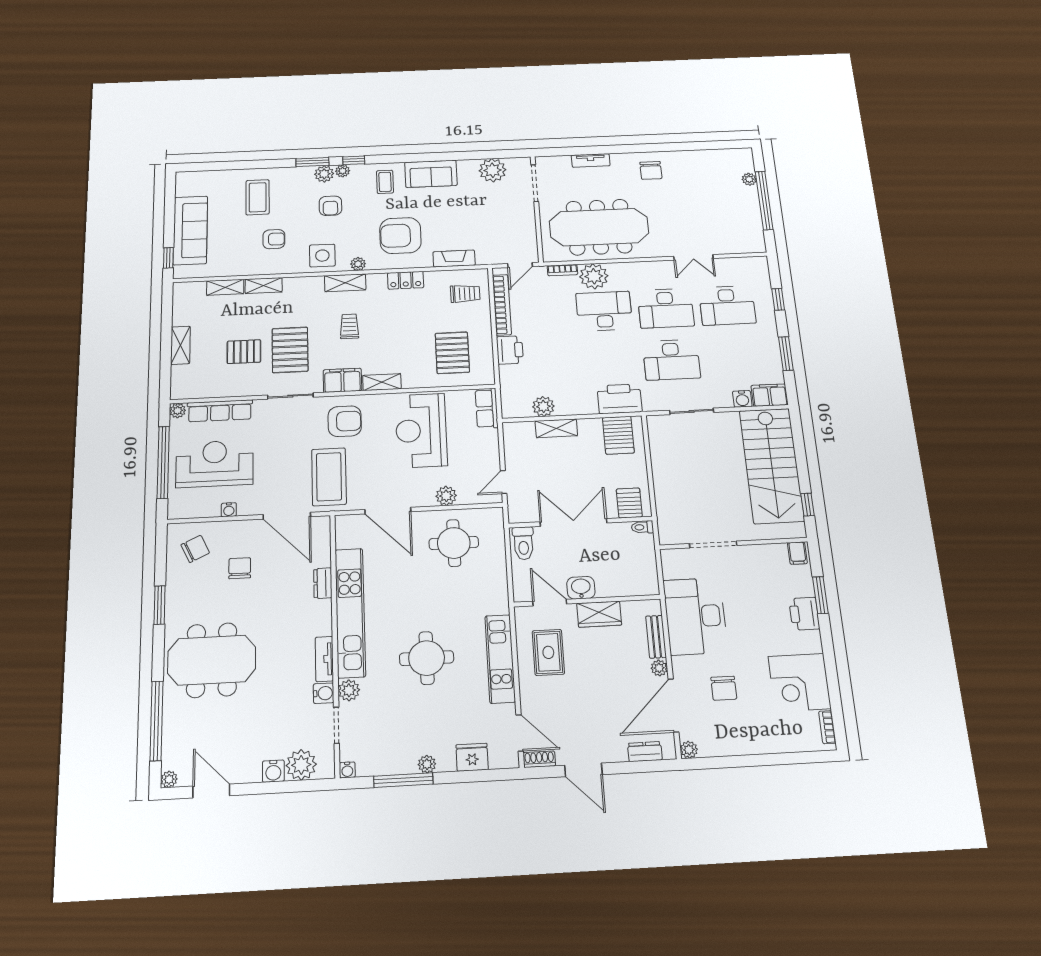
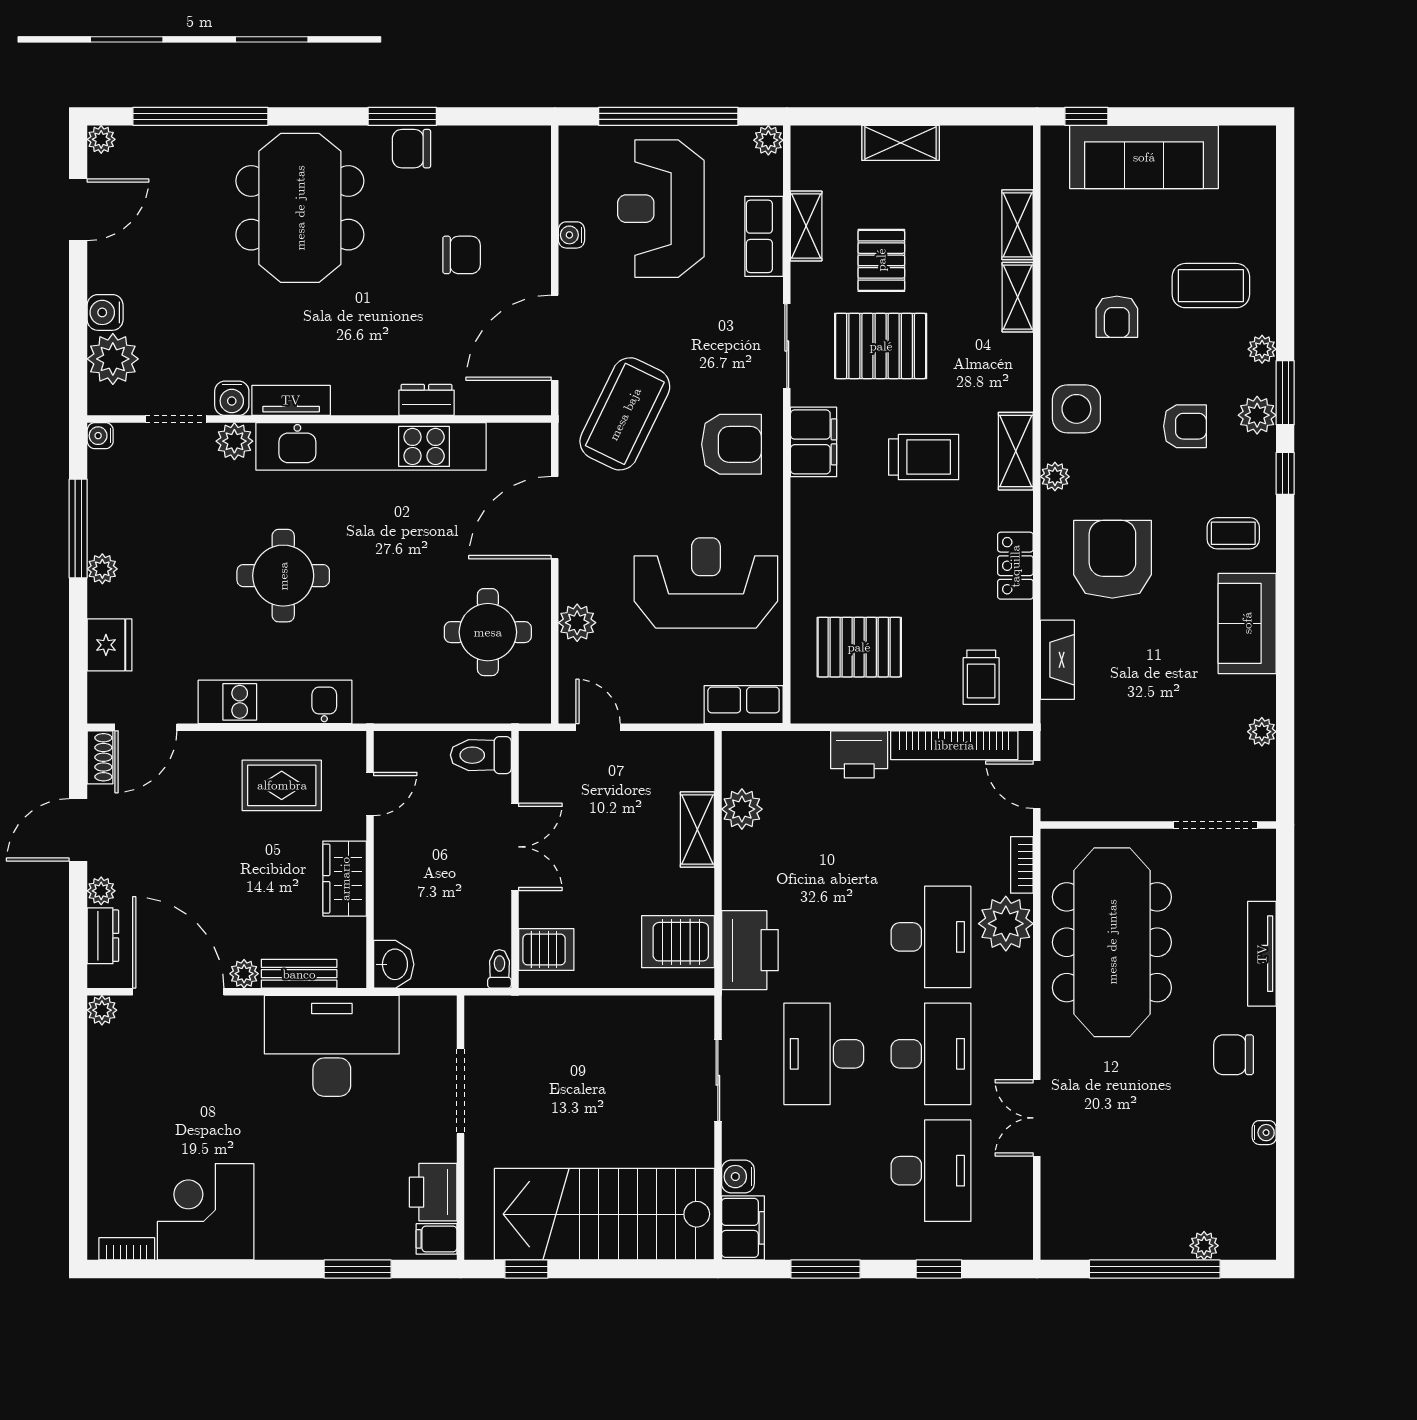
water cooler: (689, 155) -> (1264, 1133), added
tv unit: (591, 160) -> (1262, 954), width x1.41
plant: (492, 170) -> (1262, 732), width x0.53, depth x0.53
plant: (343, 171) -> (1262, 349), moved
armchair: (330, 206) -> (1185, 426), turned 180
desk: (727, 305) -> (931, 1171), turned 180
desk: (666, 308) -> (931, 1054), turned 180
trolley: (349, 326) -> (924, 457), width x1.36, depth x1.39
shelving: (382, 382) -> (806, 226), moved
row of seats: (220, 411) -> (764, 236), width x0.68
armchair: (345, 421) -> (731, 444), turned -90
reception desk: (215, 464) -> (661, 209), turned 180
coffee table: (329, 477) -> (625, 414), turned -64
double door: (573, 522) -> (515, 847), width x0.73
chair: (195, 549) -> (412, 149), moved, turned 115
washbasin: (581, 588) -> (394, 964), moved
door: (550, 603) -> (370, 794), width x0.73
printer: (804, 614) -> (433, 1192), moved, turned -90
chair: (724, 688) -> (203, 1081), removed
plant: (618, 754) -> (101, 891), added

